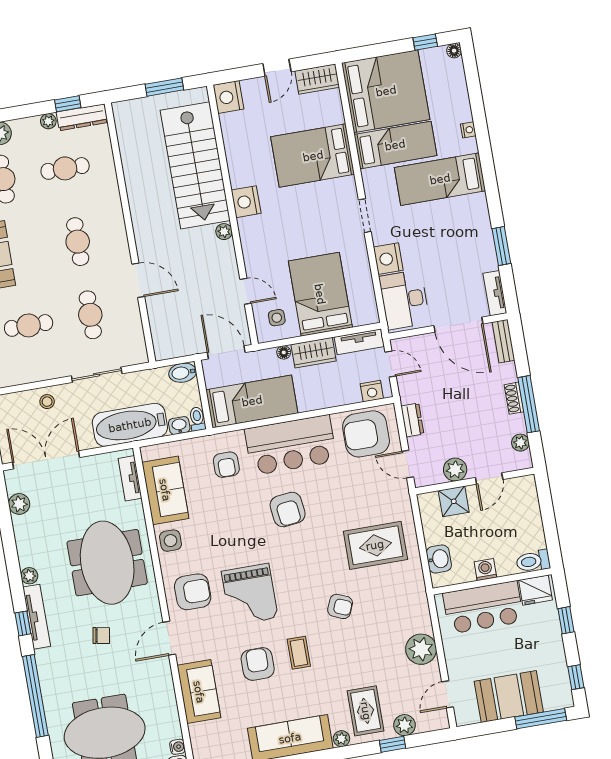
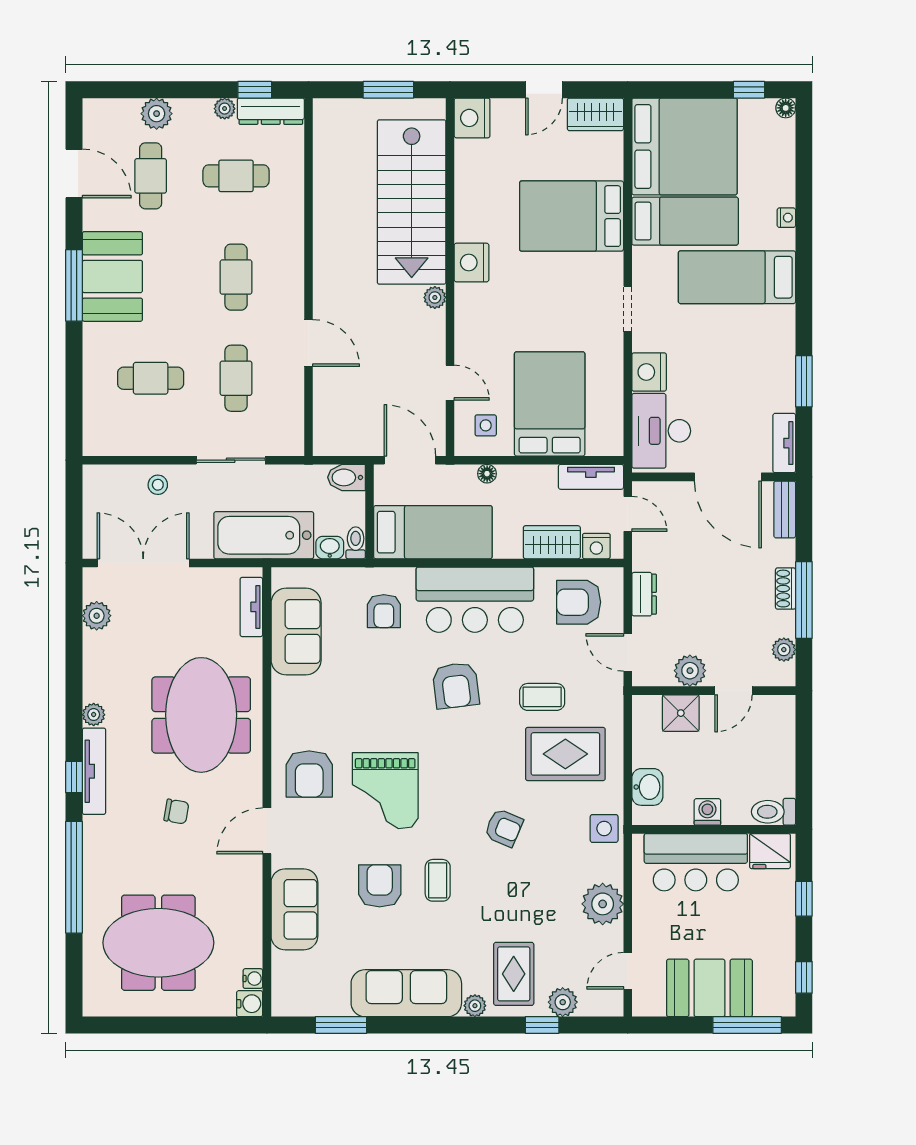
wardrobe: (314, 353) -> (552, 542), moved, turned 180
armchair: (366, 434) -> (579, 602), width x0.73, depth x0.73
coffee table: (351, 507) -> (542, 697), added
side table: (170, 541) -> (604, 828), moved
armchair: (193, 592) -> (309, 774), turned 90

